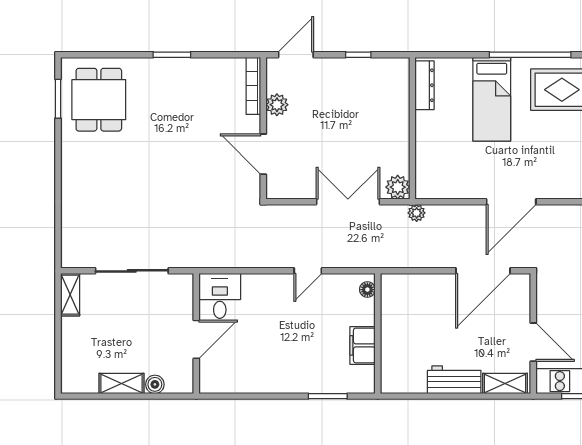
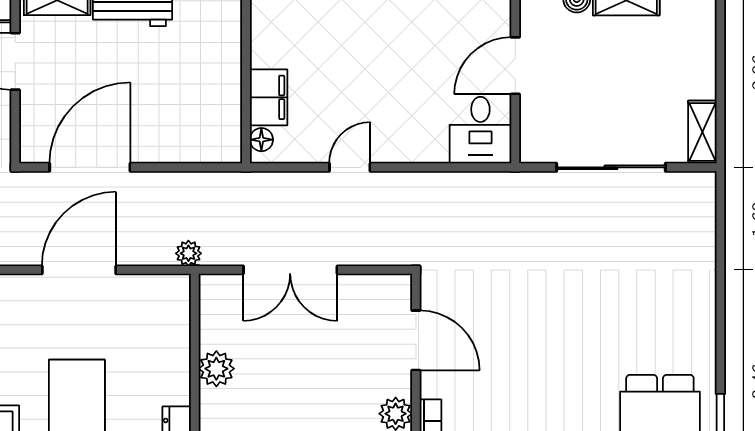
plant: (398, 187) -> (216, 369), moved
door: (511, 202) -> (79, 270), moved
filing cabinet: (363, 345) -> (269, 97), moved

